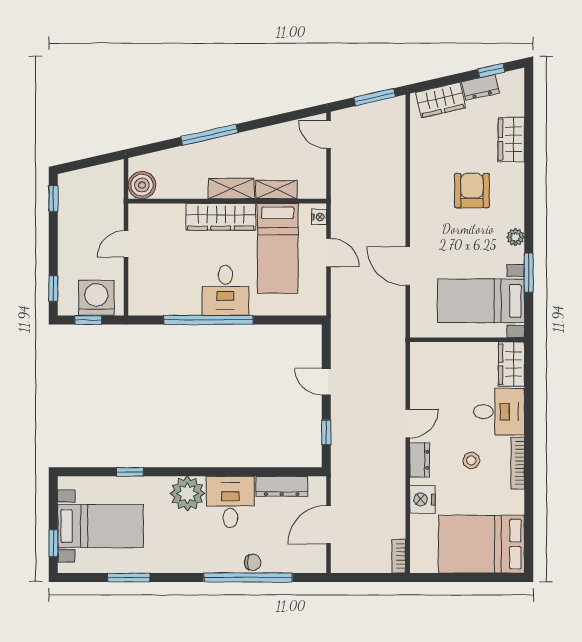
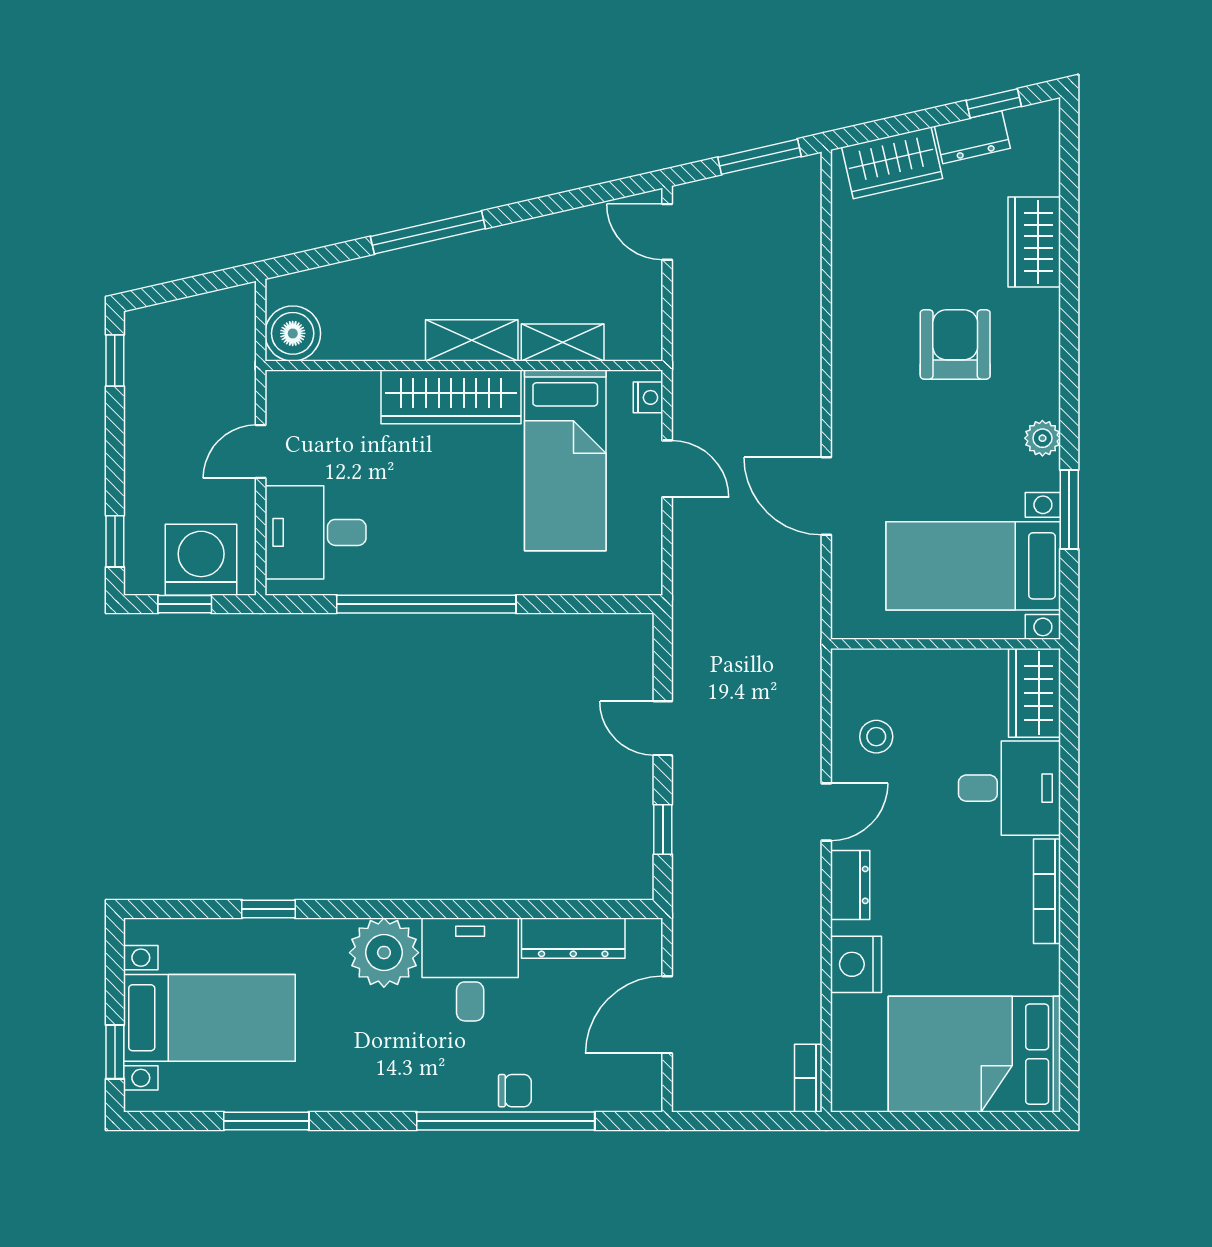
desk: (225, 290) -> (316, 532), moved, turned 90
stool: (471, 460) -> (876, 737), moved

